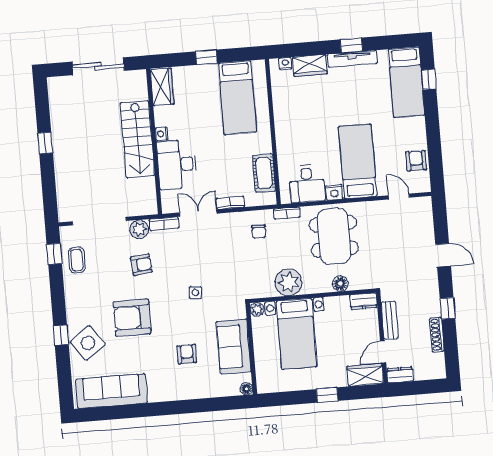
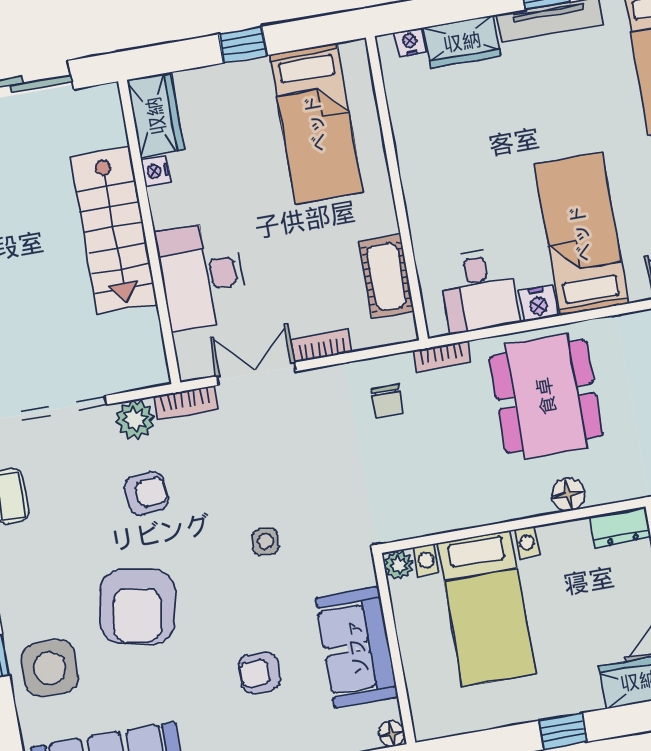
nightstand: (162, 134) -> (156, 171), moved
plant: (289, 282) -> (460, 502), removed
armchair: (132, 318) -> (137, 606), turned -80
side table: (88, 343) -> (50, 668), turned 36
armchair: (187, 354) -> (259, 673), turned -90

